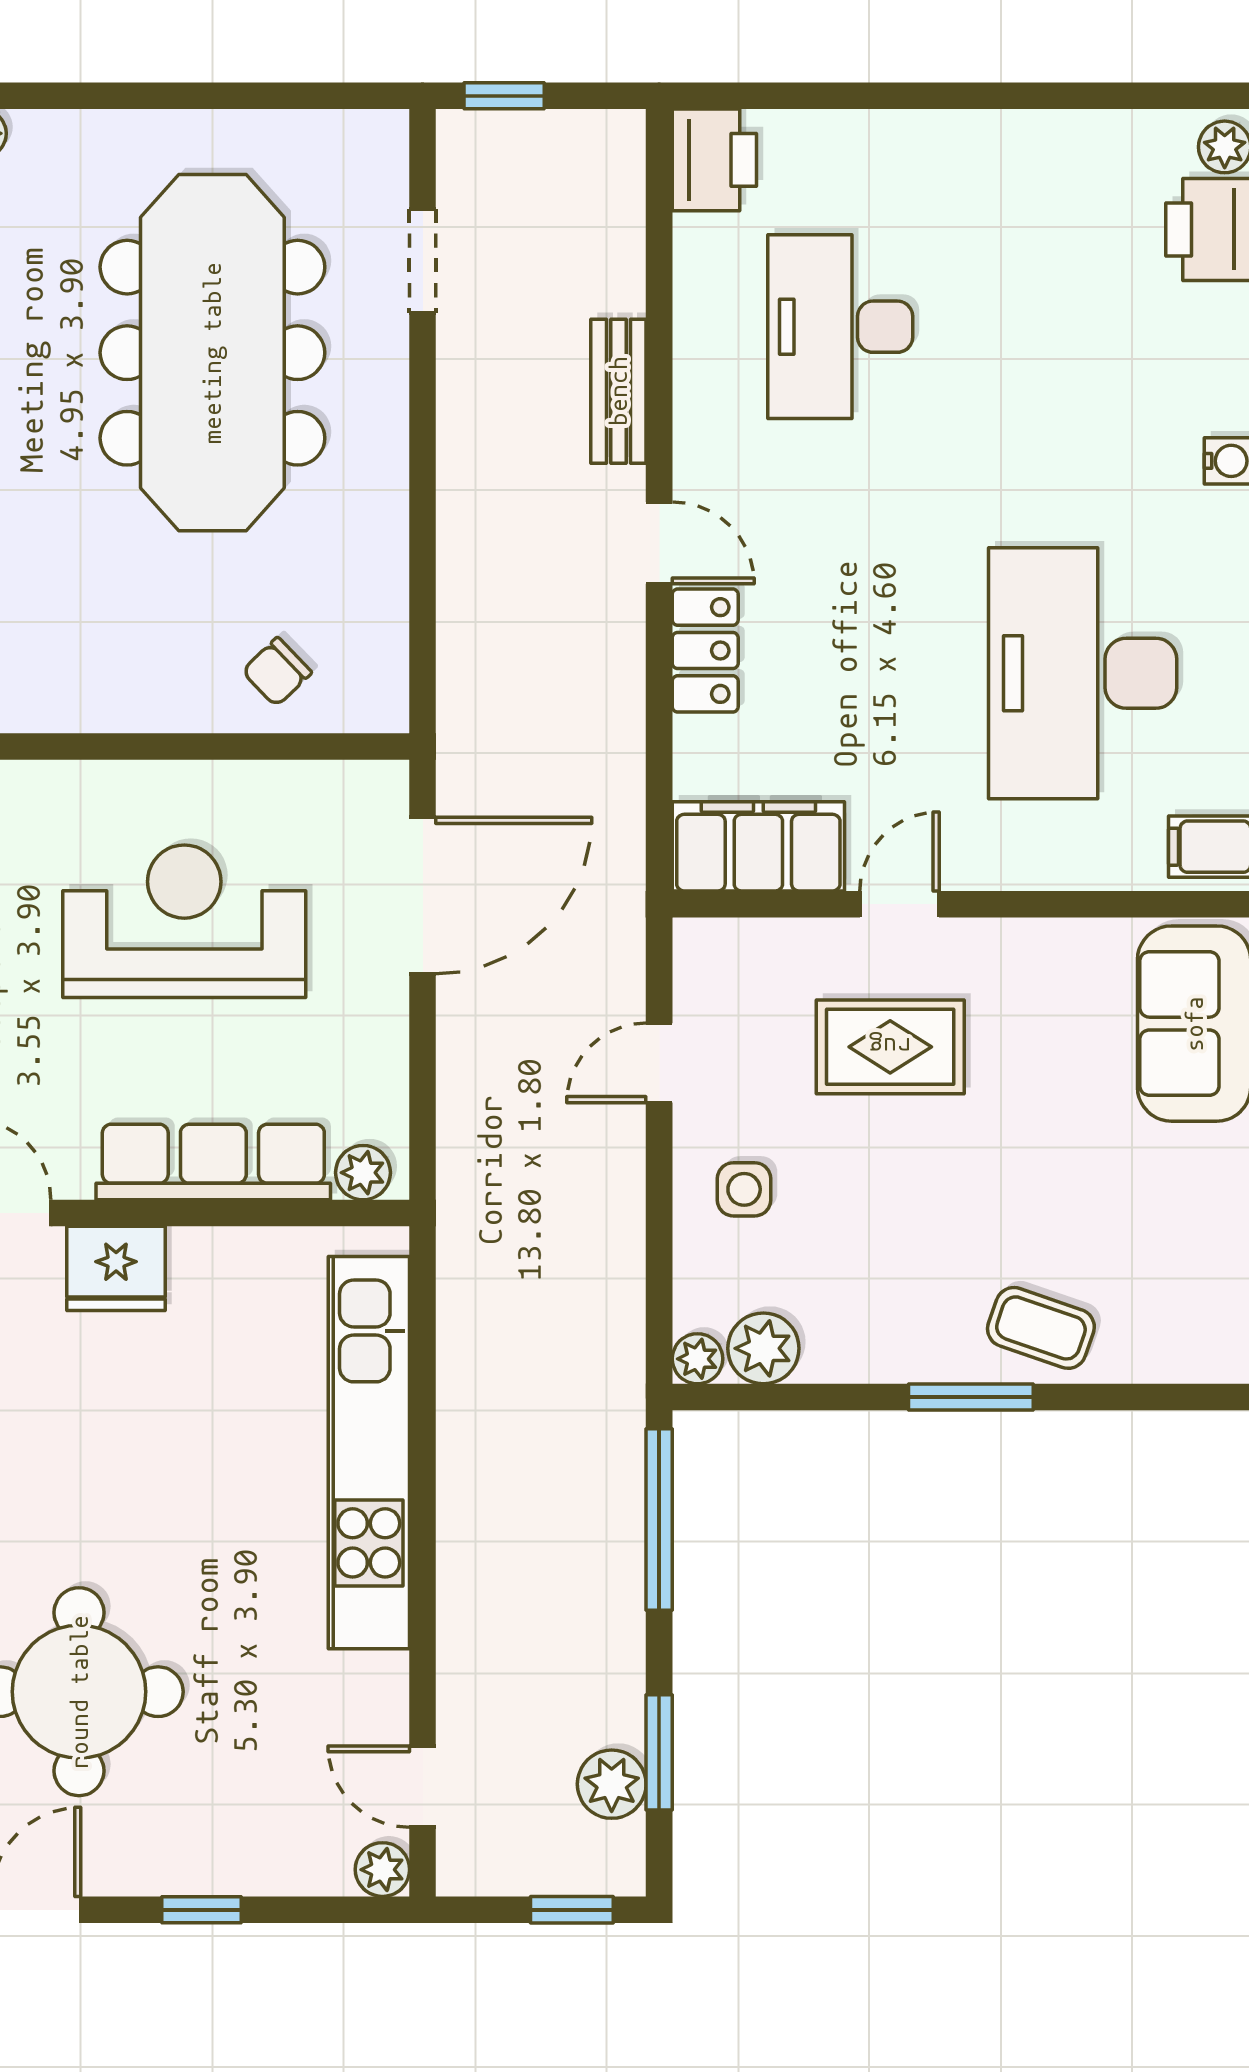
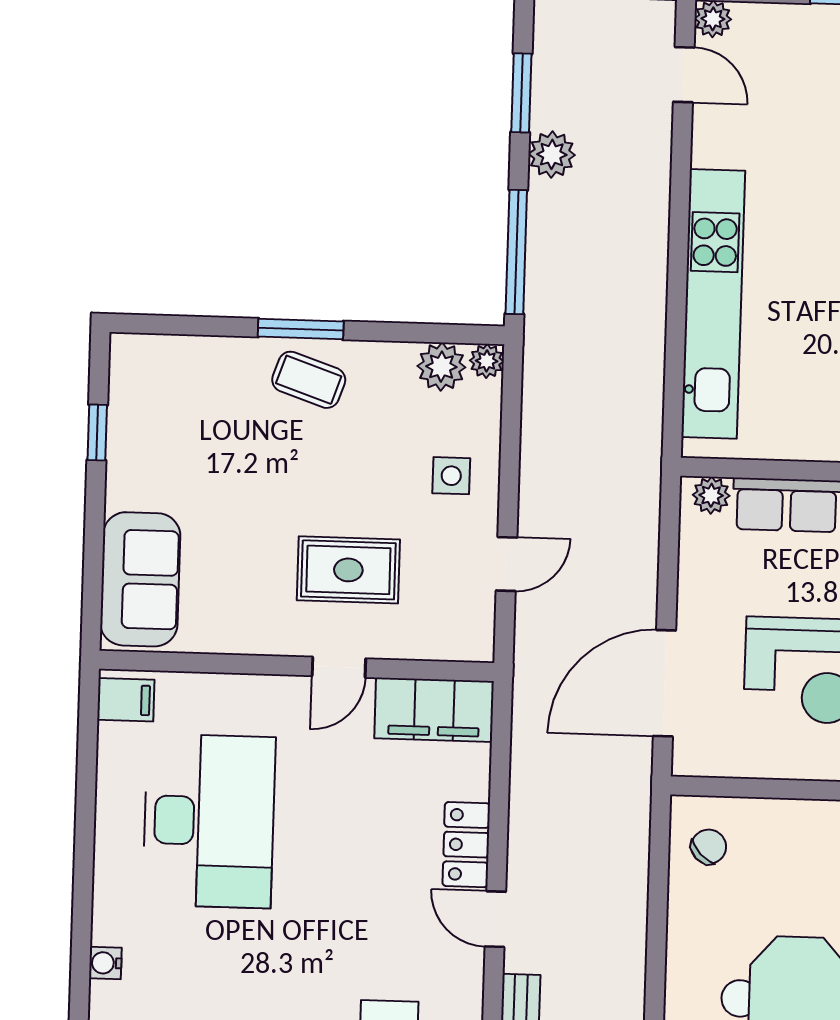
chair: (277, 672) -> (709, 847), moved
coffee table: (1041, 1328) -> (309, 380), moved
plant: (612, 1784) -> (552, 154), moved

